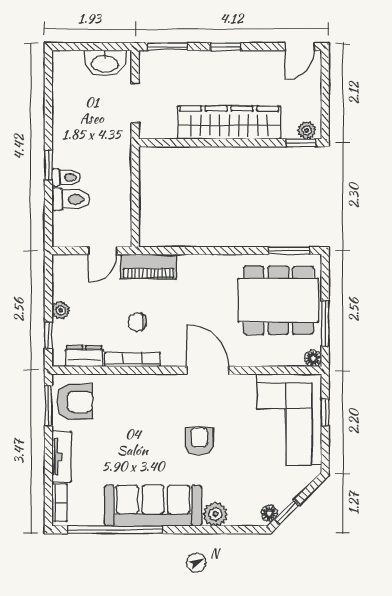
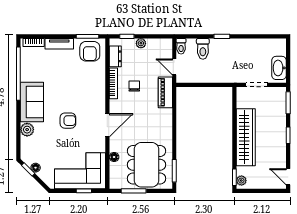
toilet: (66, 177) -> (181, 46), moved
floor lamp: (313, 358) -> (114, 157), moved
sofa: (153, 506) -> (32, 102), width x0.73
floor lamp: (269, 513) -> (36, 168), moved

